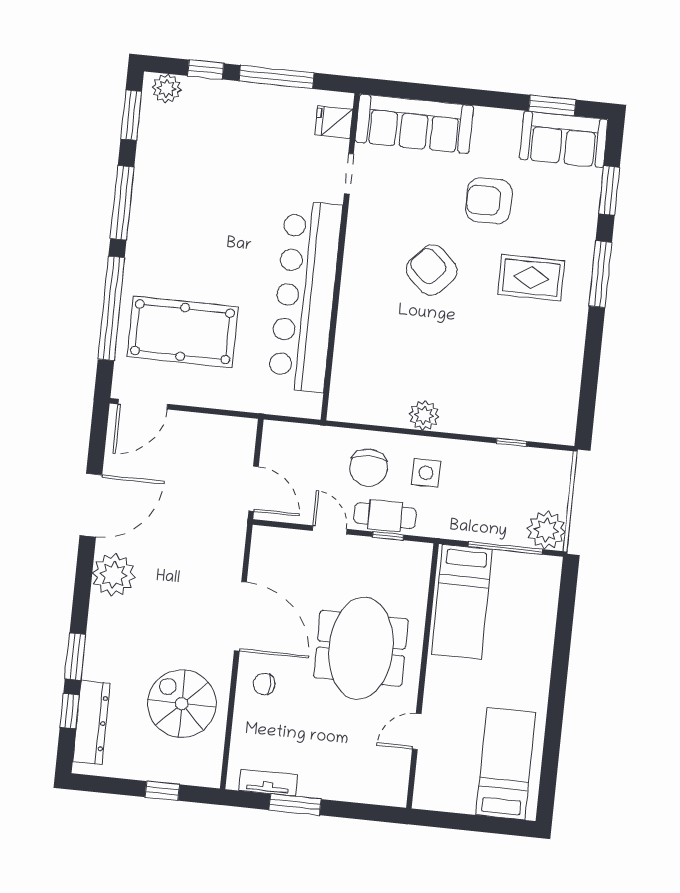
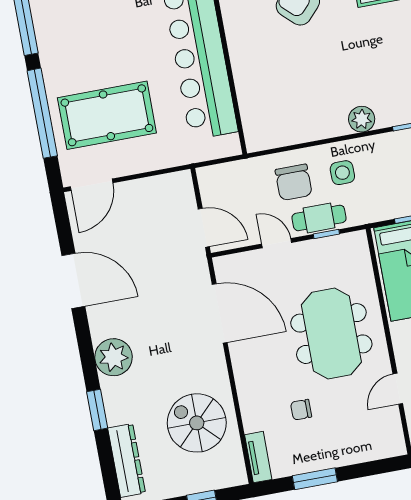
plant: (424, 415) -> (362, 119), moved
door: (91, 505) -> (73, 281), hinge flipped
plant: (114, 575) -> (114, 357), moved
door: (240, 616) -> (220, 313), moved
chair: (264, 684) -> (301, 410), moved
window: (70, 711) -> (106, 456), removed
tv unit: (268, 783) -> (258, 457), moved, turned 90

